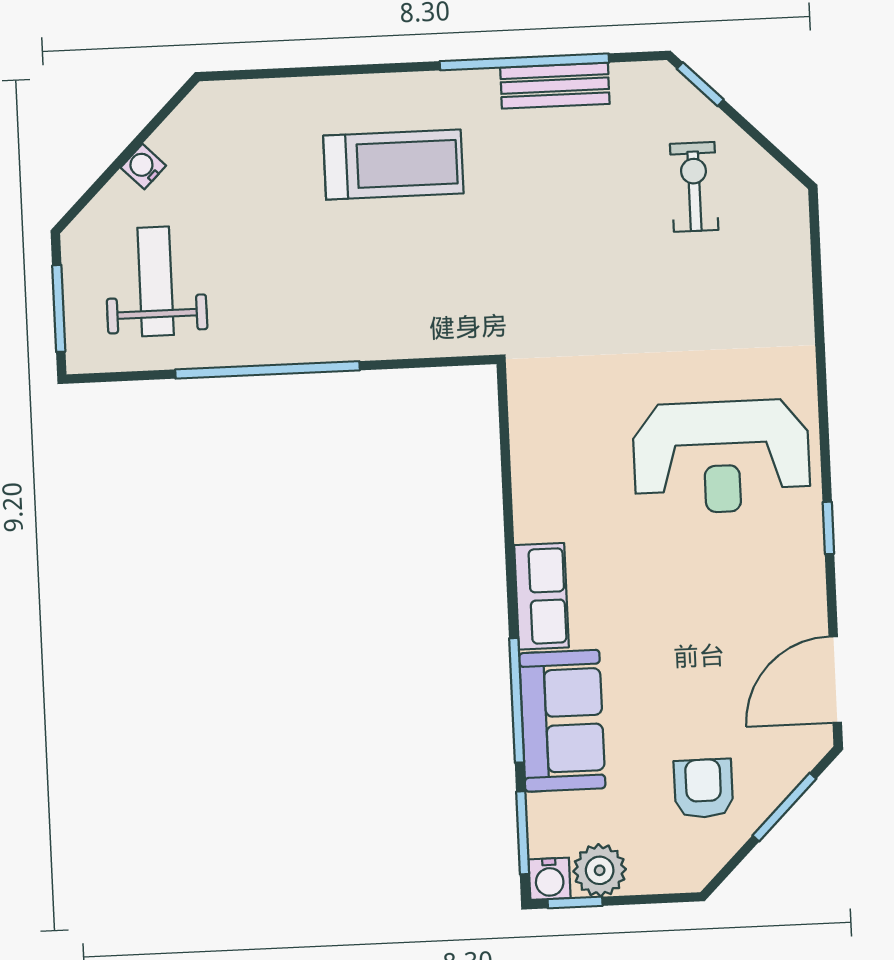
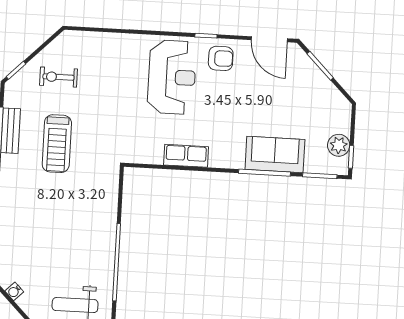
treadmill: (393, 165) -> (57, 144), moved, turned 180
water cooler: (143, 167) -> (14, 291), moved
row of seats: (541, 596) -> (186, 156), moved
armchair: (703, 788) -> (221, 58), moved, turned 180
water cooler: (550, 879) -> (340, 166), removed

